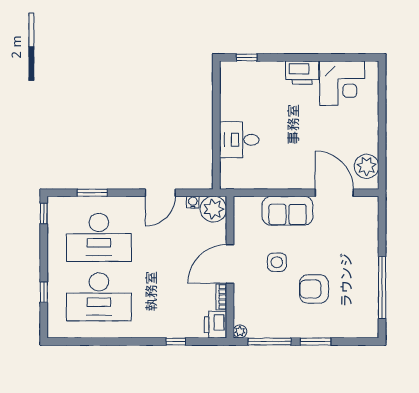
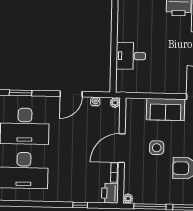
plant: (213, 209) -> (115, 103), width x0.53, depth x0.53

